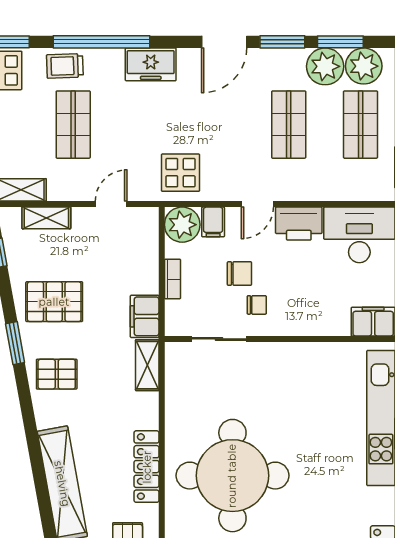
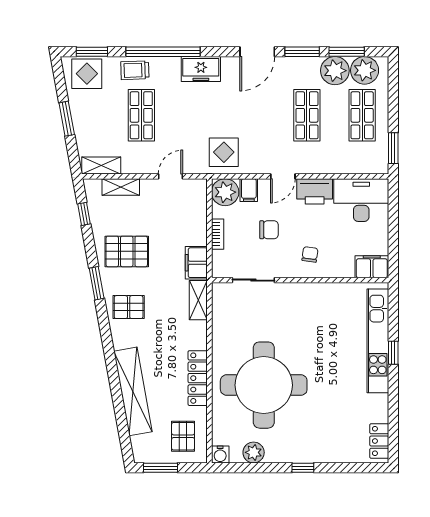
chair: (257, 305) -> (310, 254), moved, turned -82

